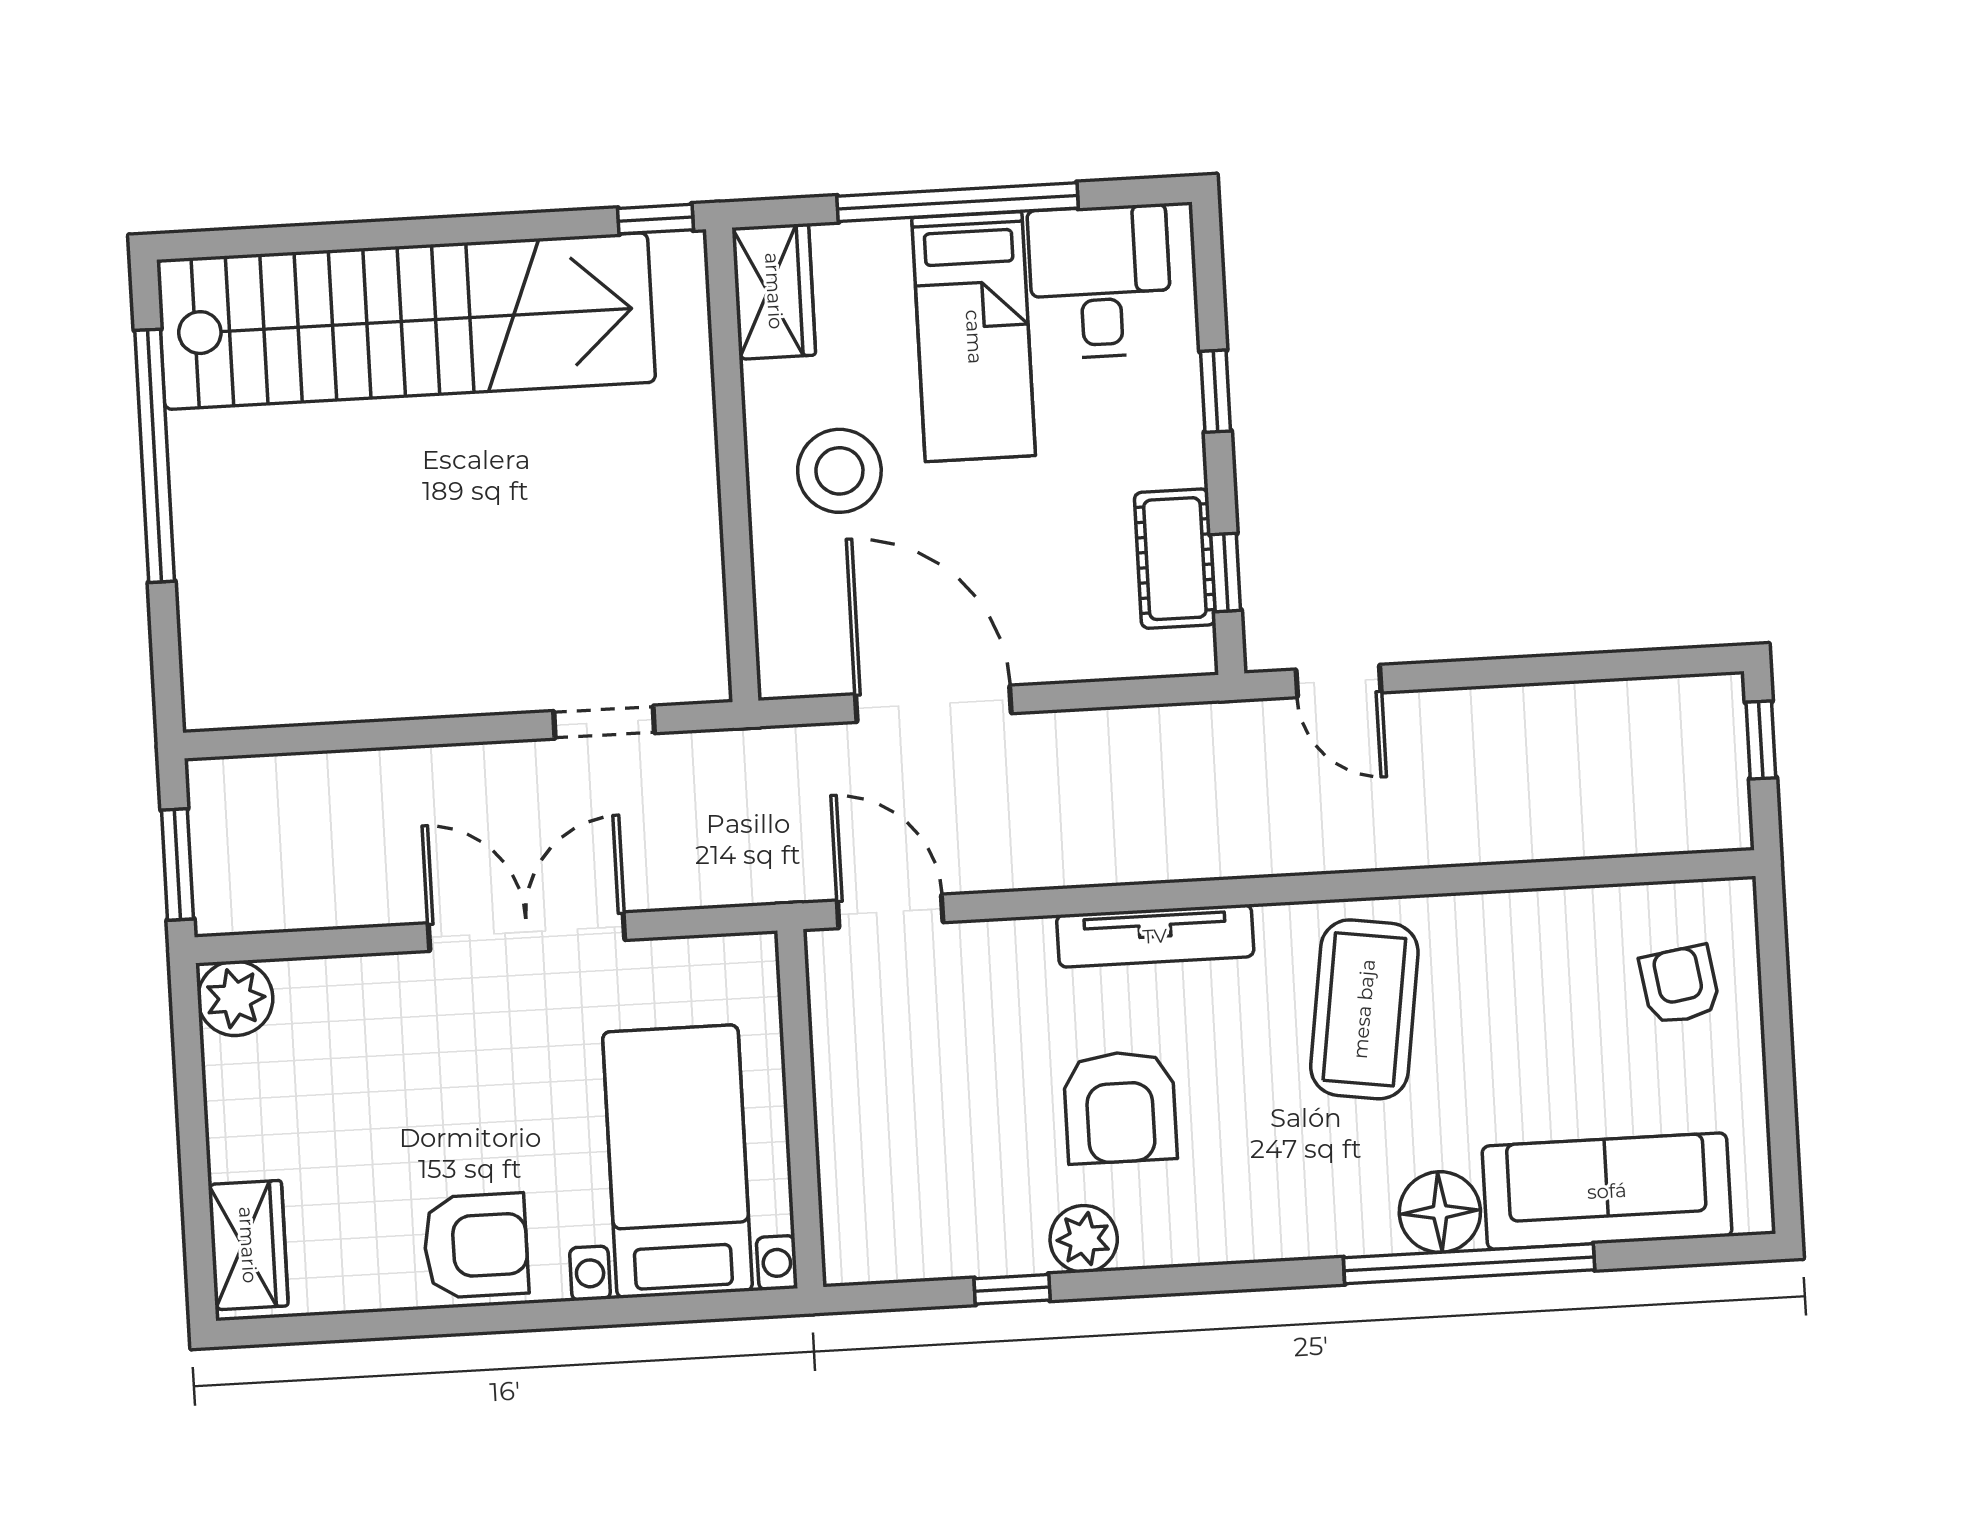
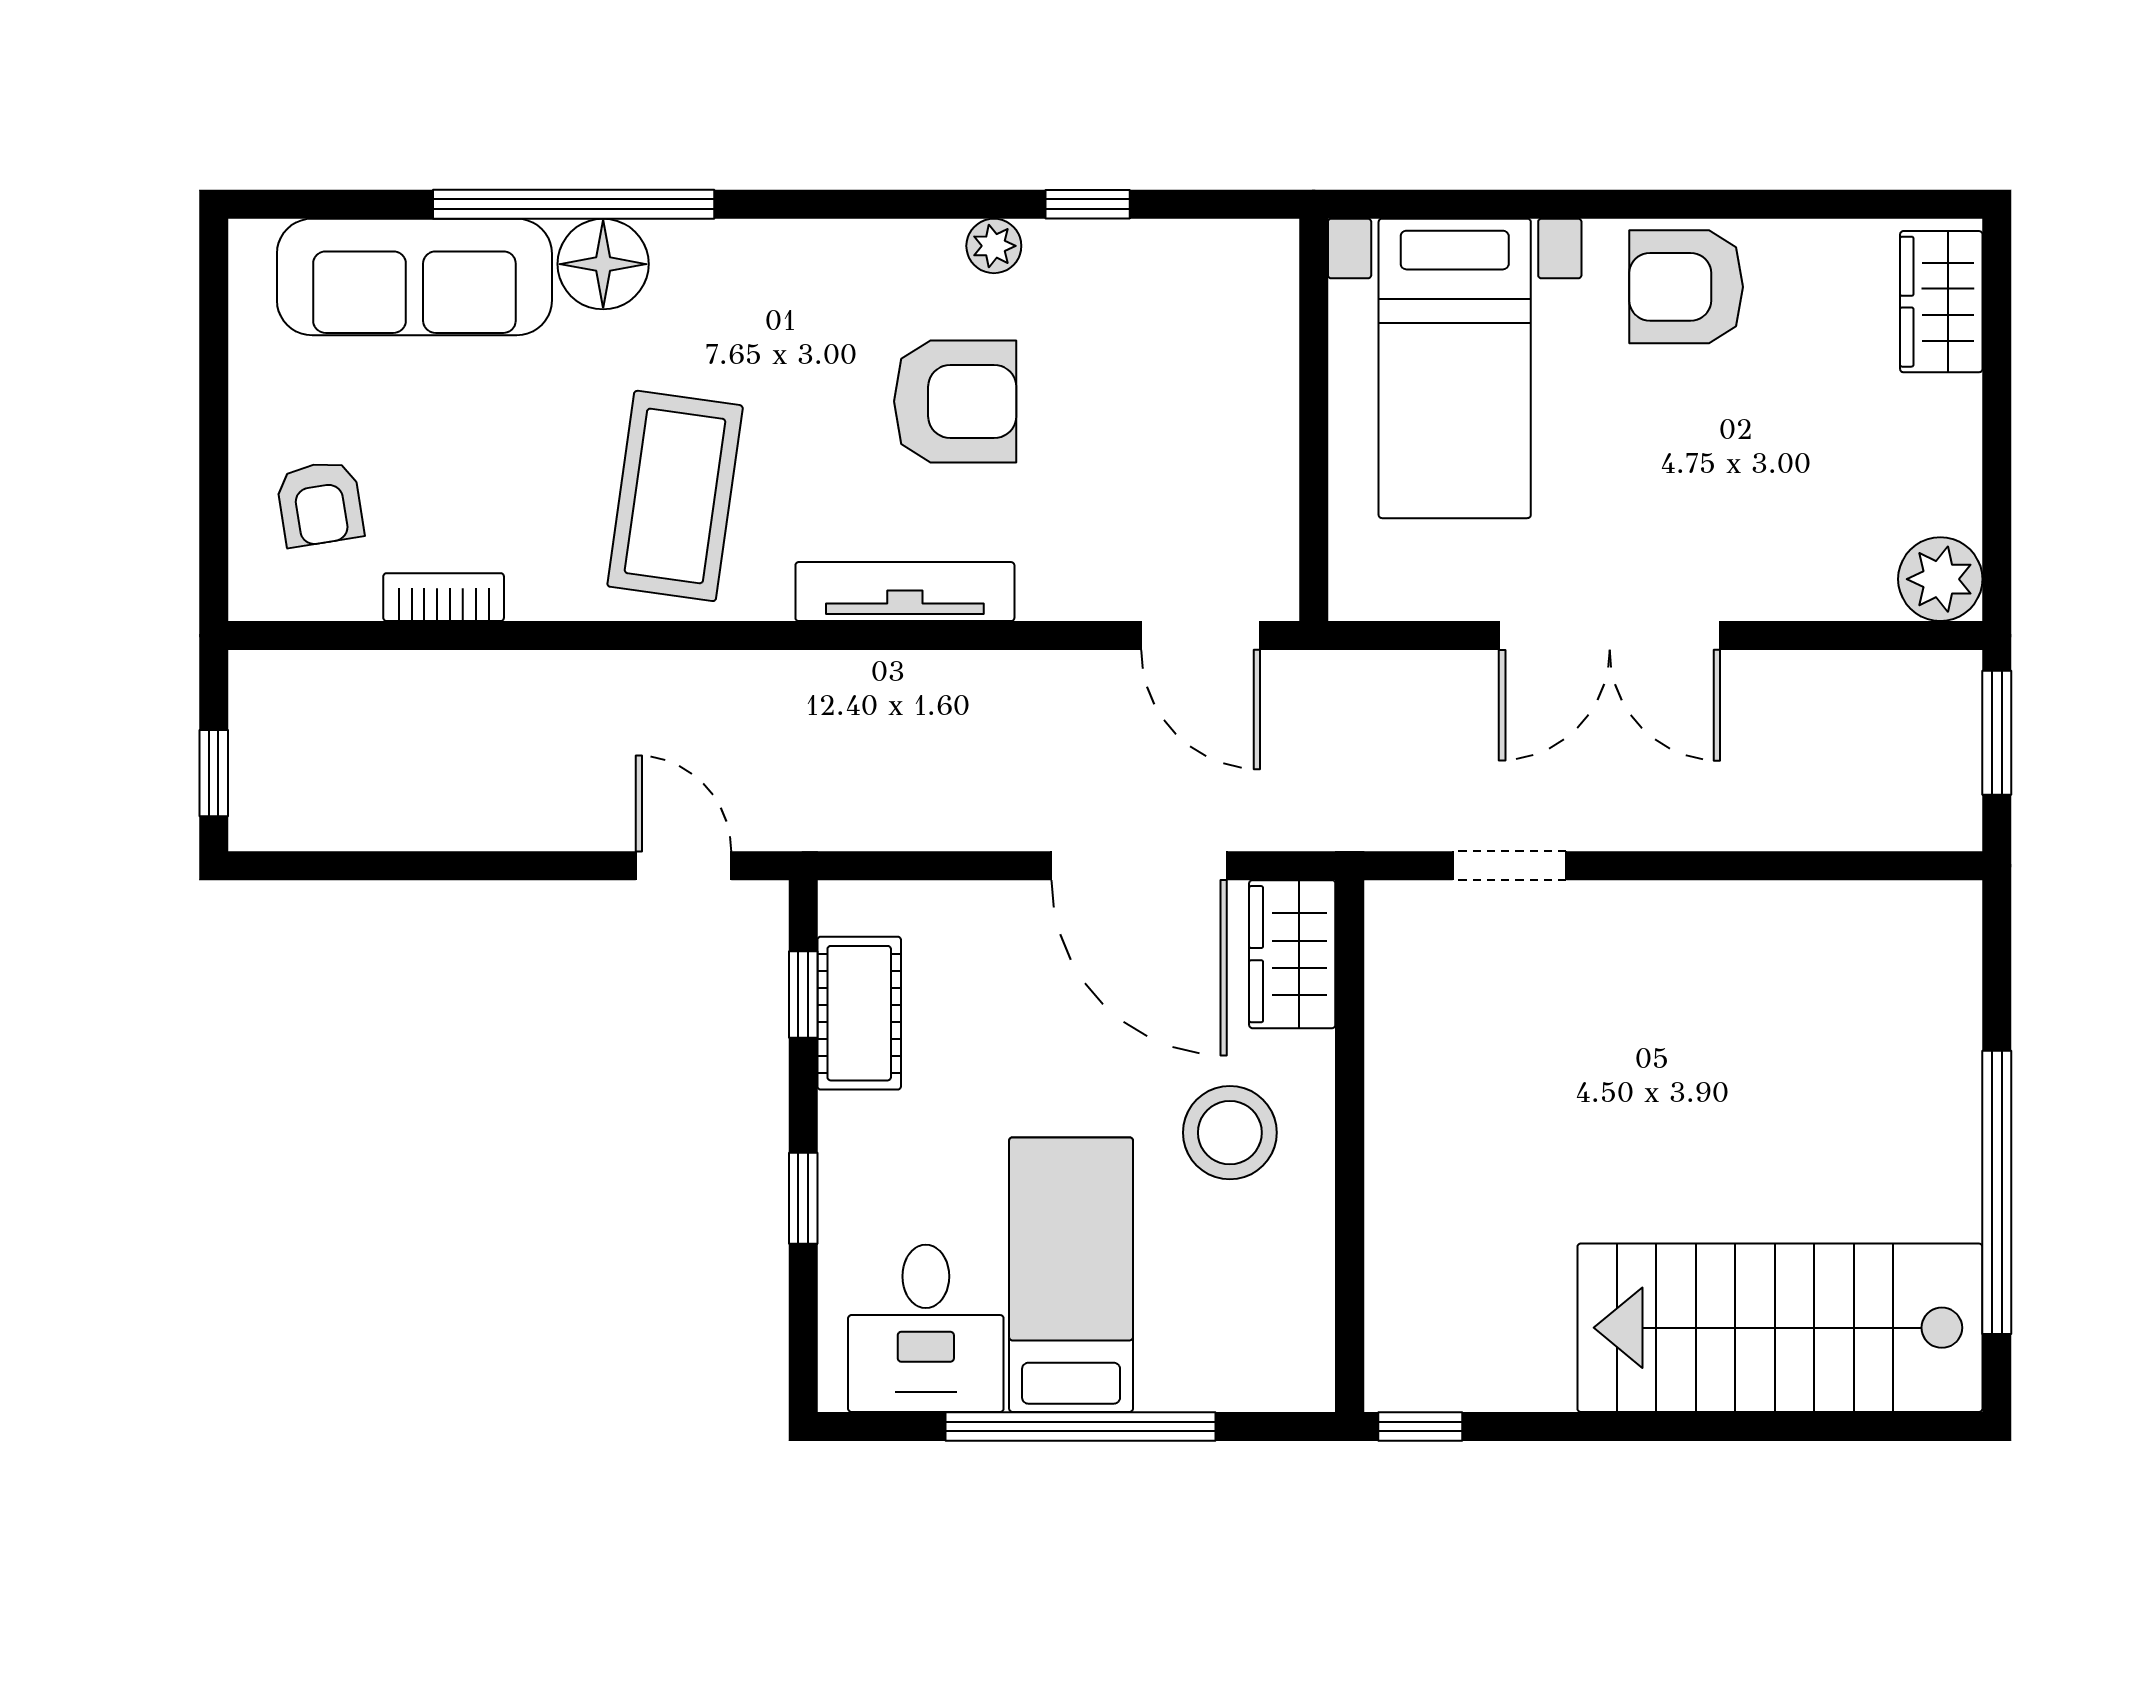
wardrobe: (774, 291) -> (1292, 954), moved
stairs: (406, 321) -> (1780, 1328), width x0.73
bookcase: (1565, 908) -> (444, 597), added
armchair: (1120, 1107) -> (955, 401), turned 90
plant: (1084, 1239) -> (994, 246), width x0.73, depth x0.73

